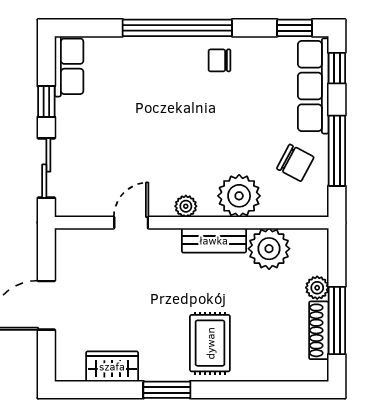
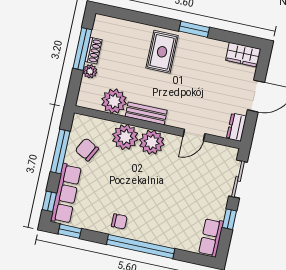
plant: (186, 206) -> (152, 142), width x1.88, depth x1.88
dresser: (67, 249) -> (236, 127), added
shoe rack: (319, 330) -> (93, 51), width x0.70
wardrobe: (112, 366) -> (243, 55), moved

